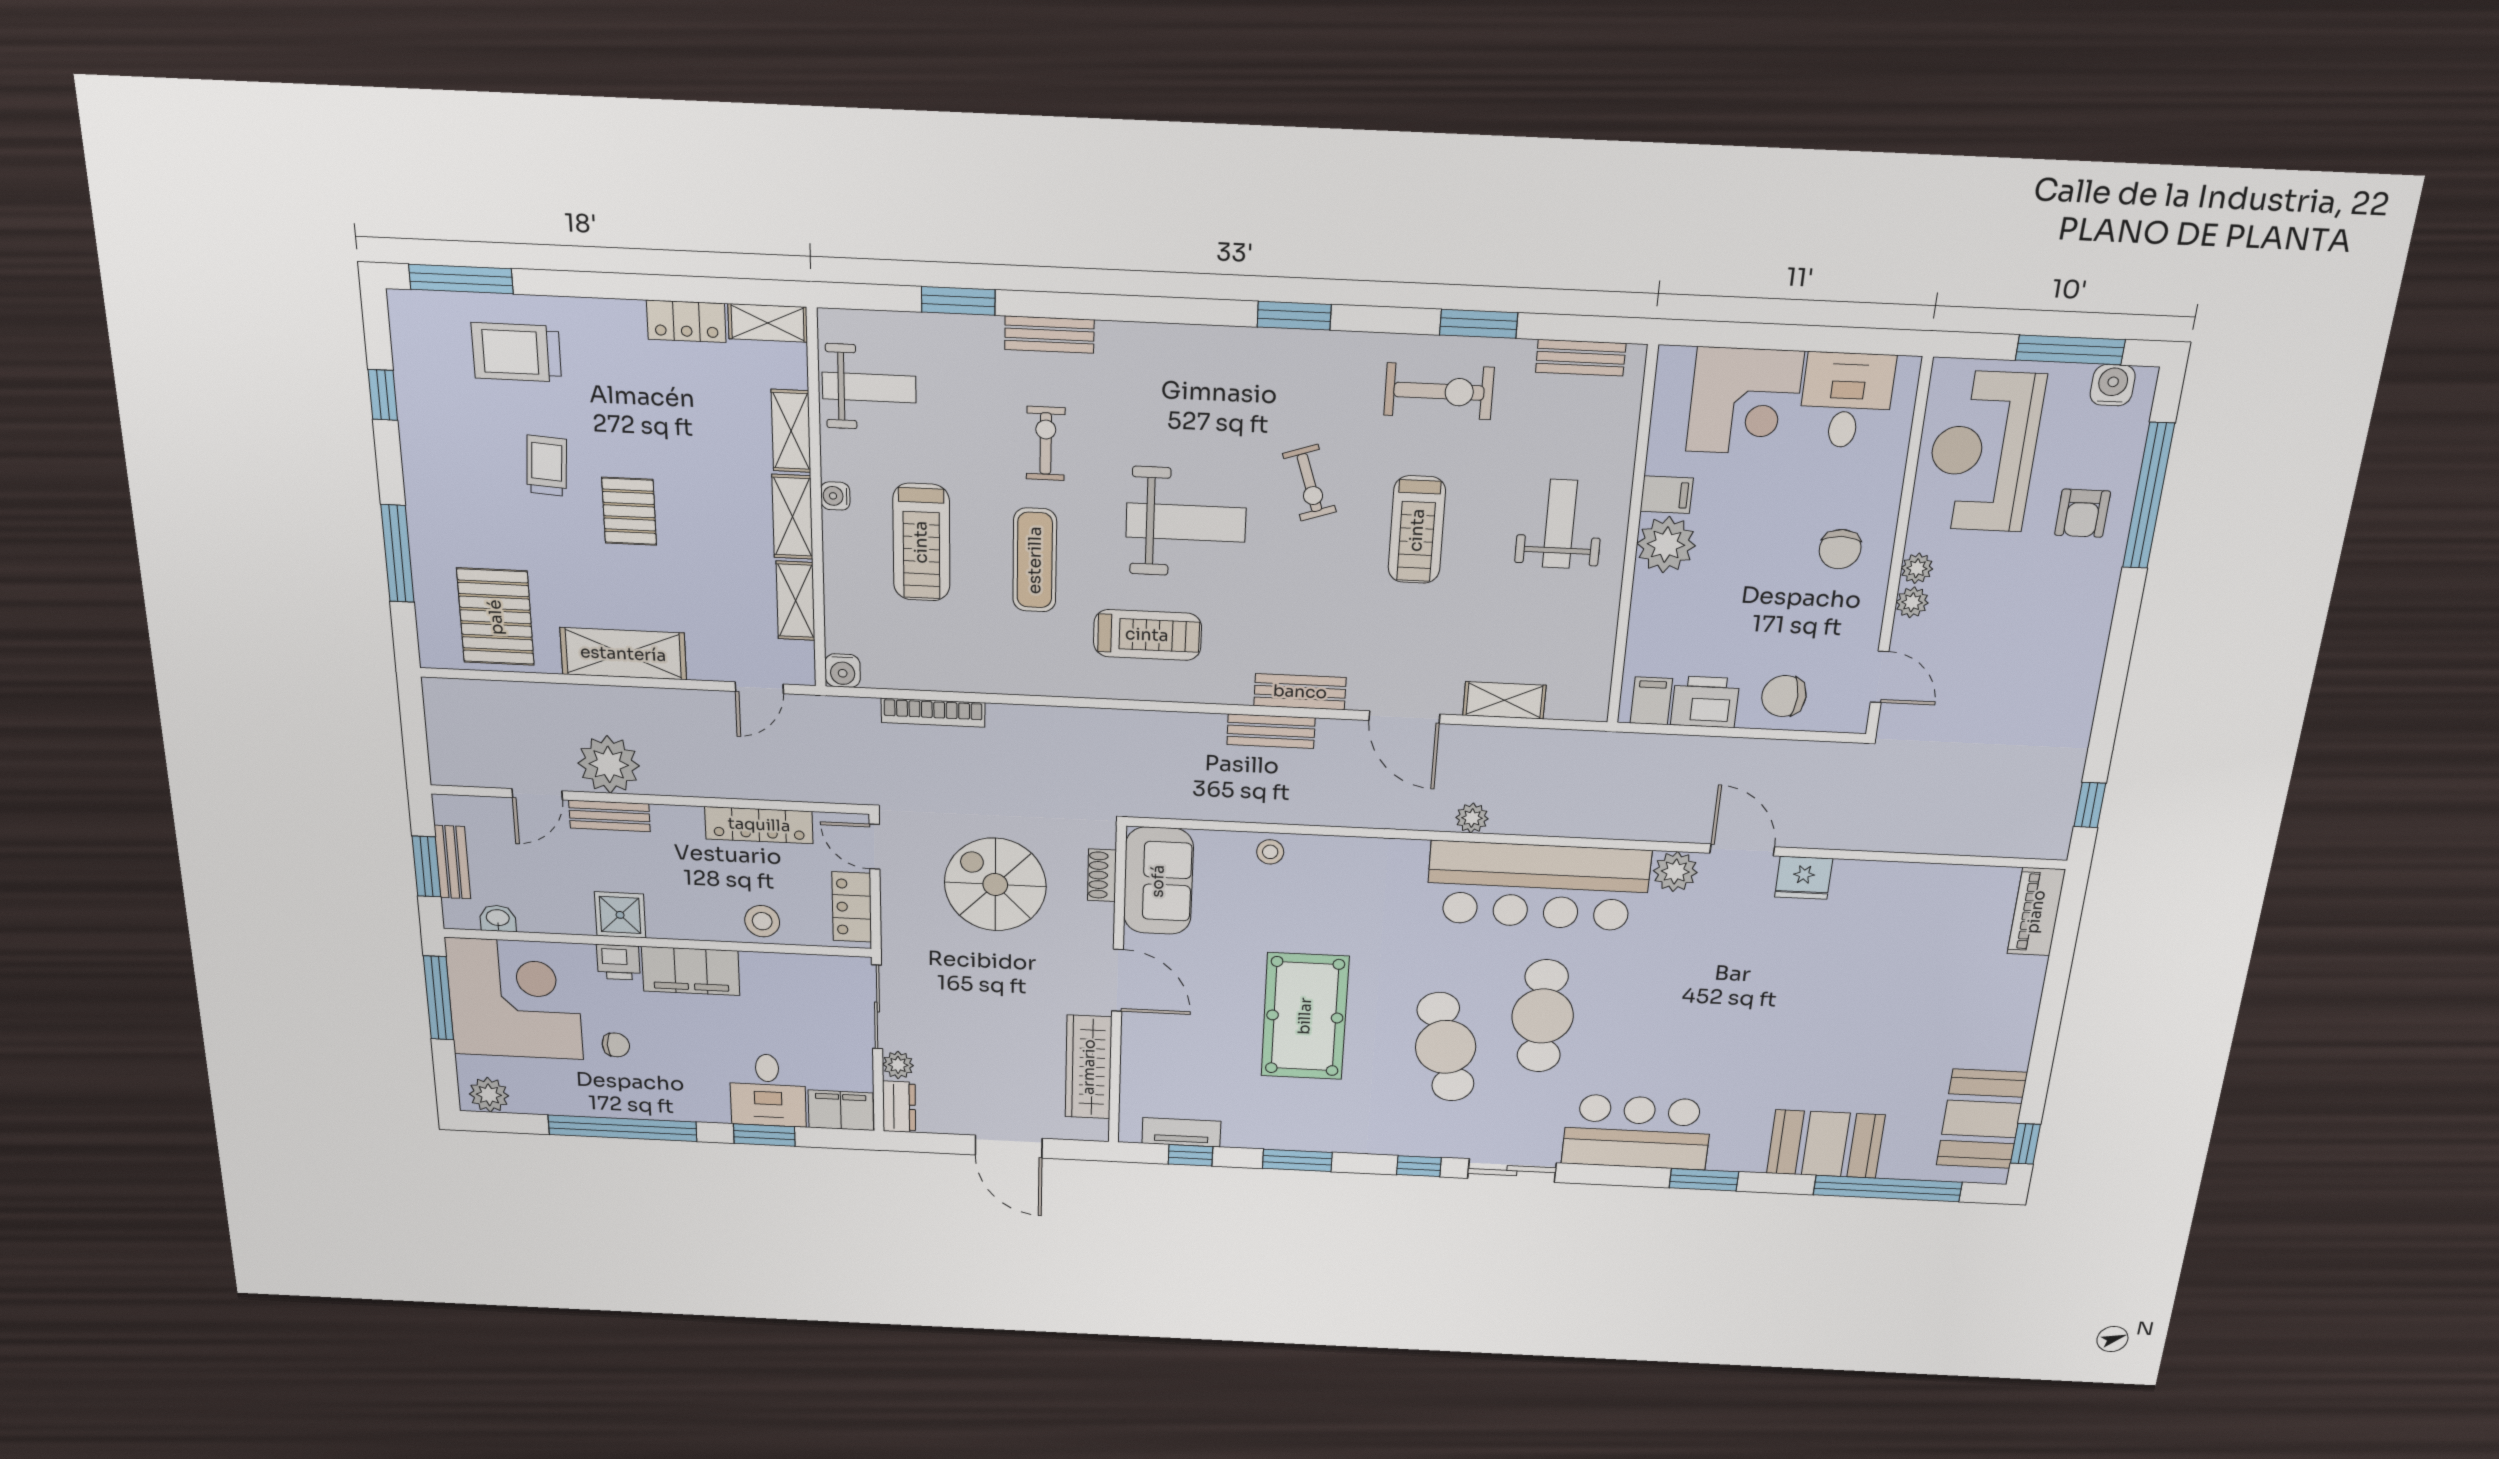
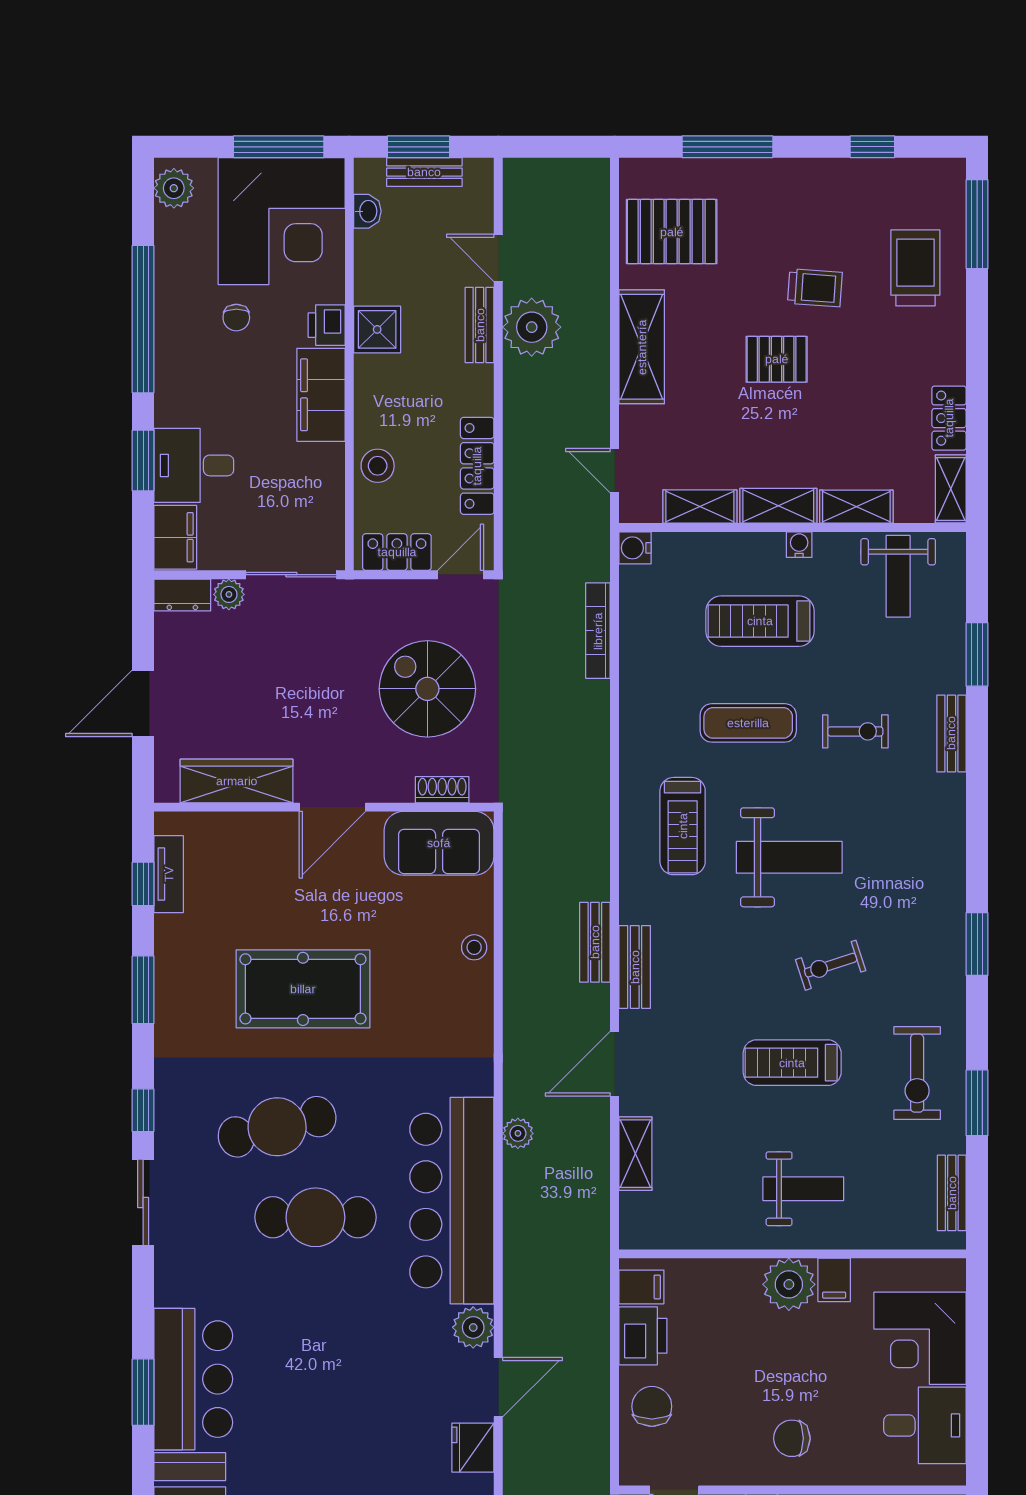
weight bench: (1186, 523) -> (789, 857), turned -90
spiral stairs: (995, 885) -> (427, 689), turned -90
bar counter: (1637, 1132) -> (193, 1379), moved

